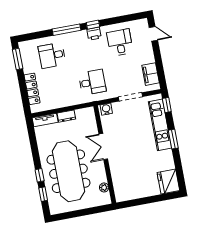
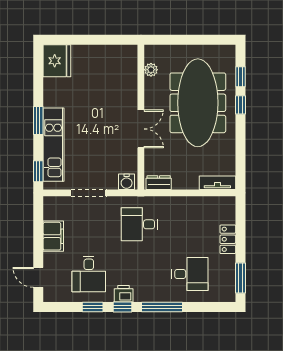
window: (113, 21) -> (93, 307), added
filing cabinet: (151, 74) -> (53, 236), moved
locker: (32, 89) -> (228, 239), width x0.66
dresser: (66, 116) -> (159, 183), moved

